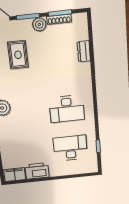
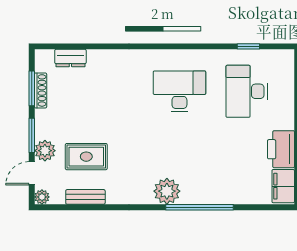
plant: (39, 24) -> (45, 151), moved
dresser: (84, 51) -> (70, 58), moved
desk: (67, 109) -> (179, 91), turned -90

